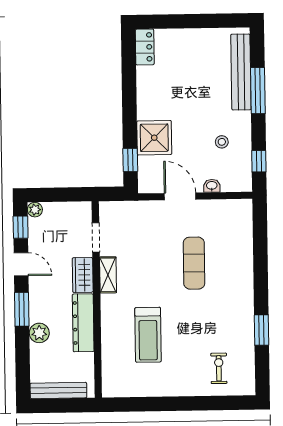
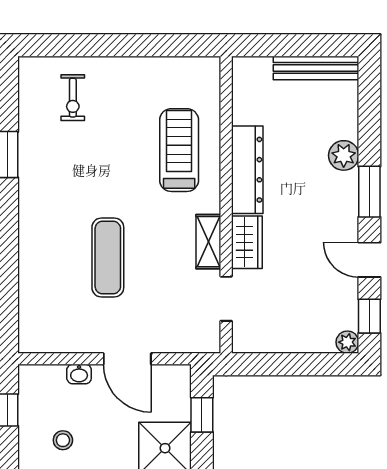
doorway: (96, 237) -> (226, 299), moved
wardrobe: (83, 275) -> (247, 242), moved
shelving: (108, 275) -> (208, 242), moved
wall: (97, 299) -> (226, 205), moved
dresser: (83, 323) -> (247, 170), moved

